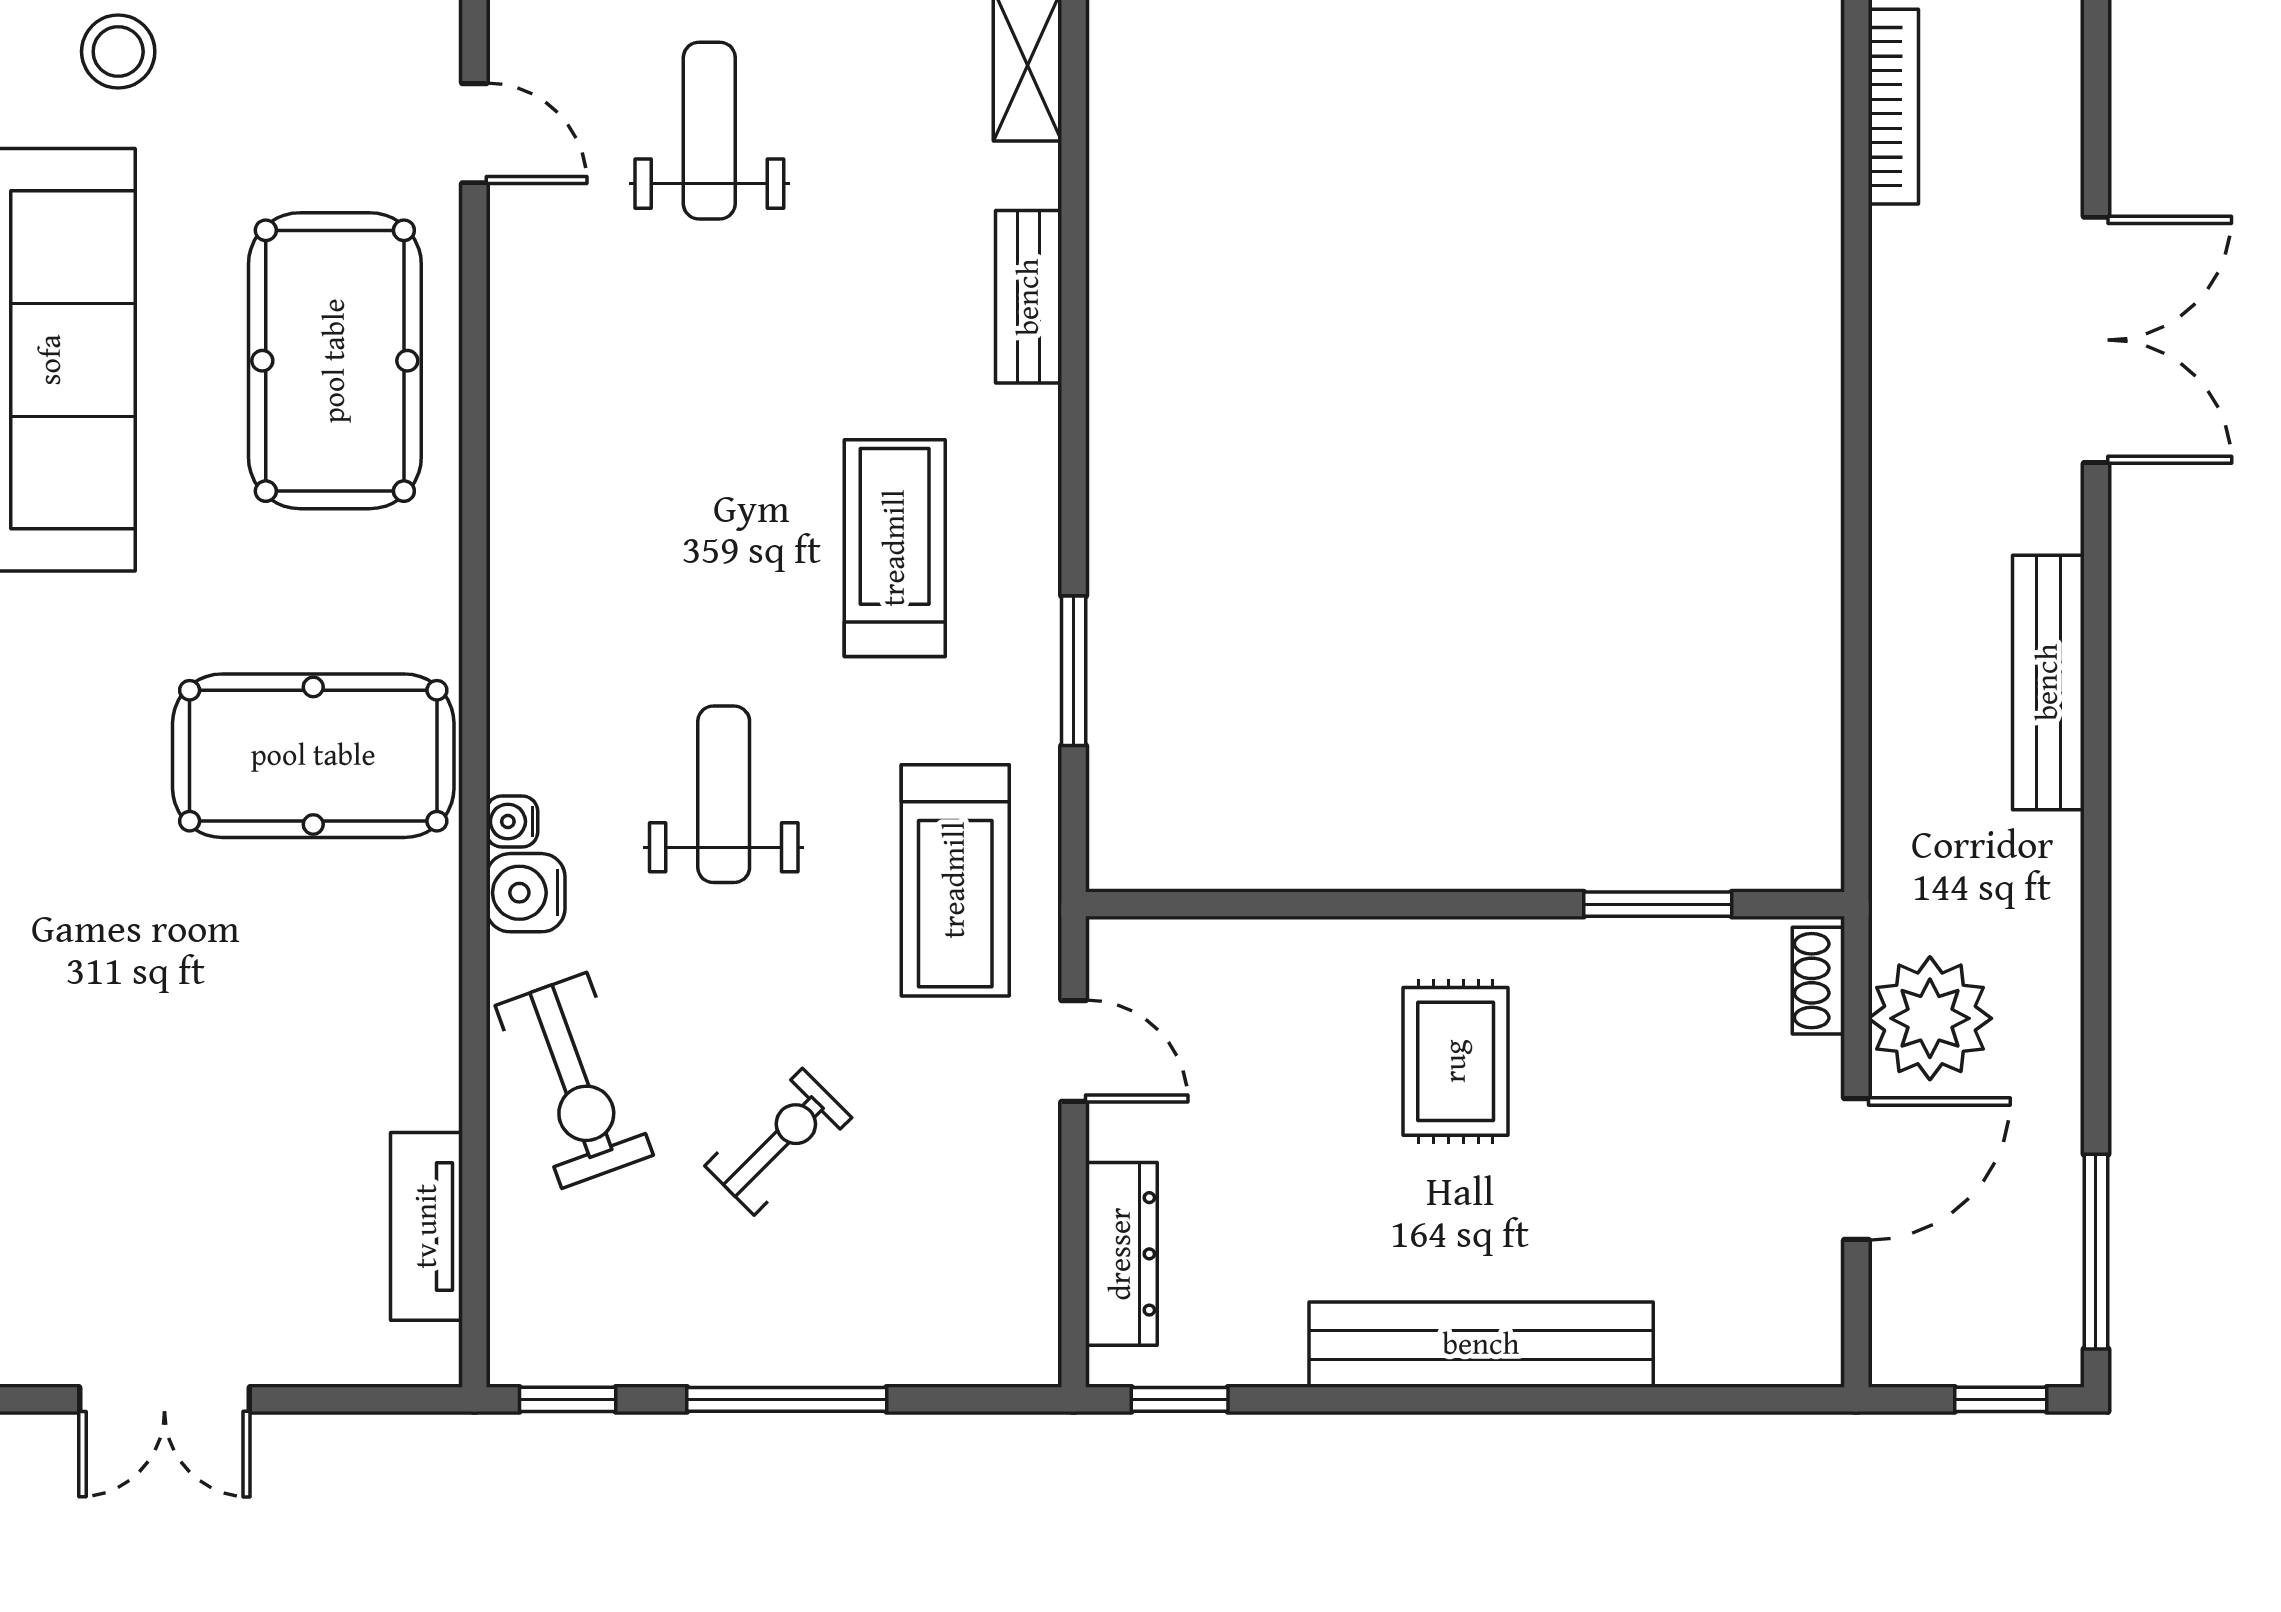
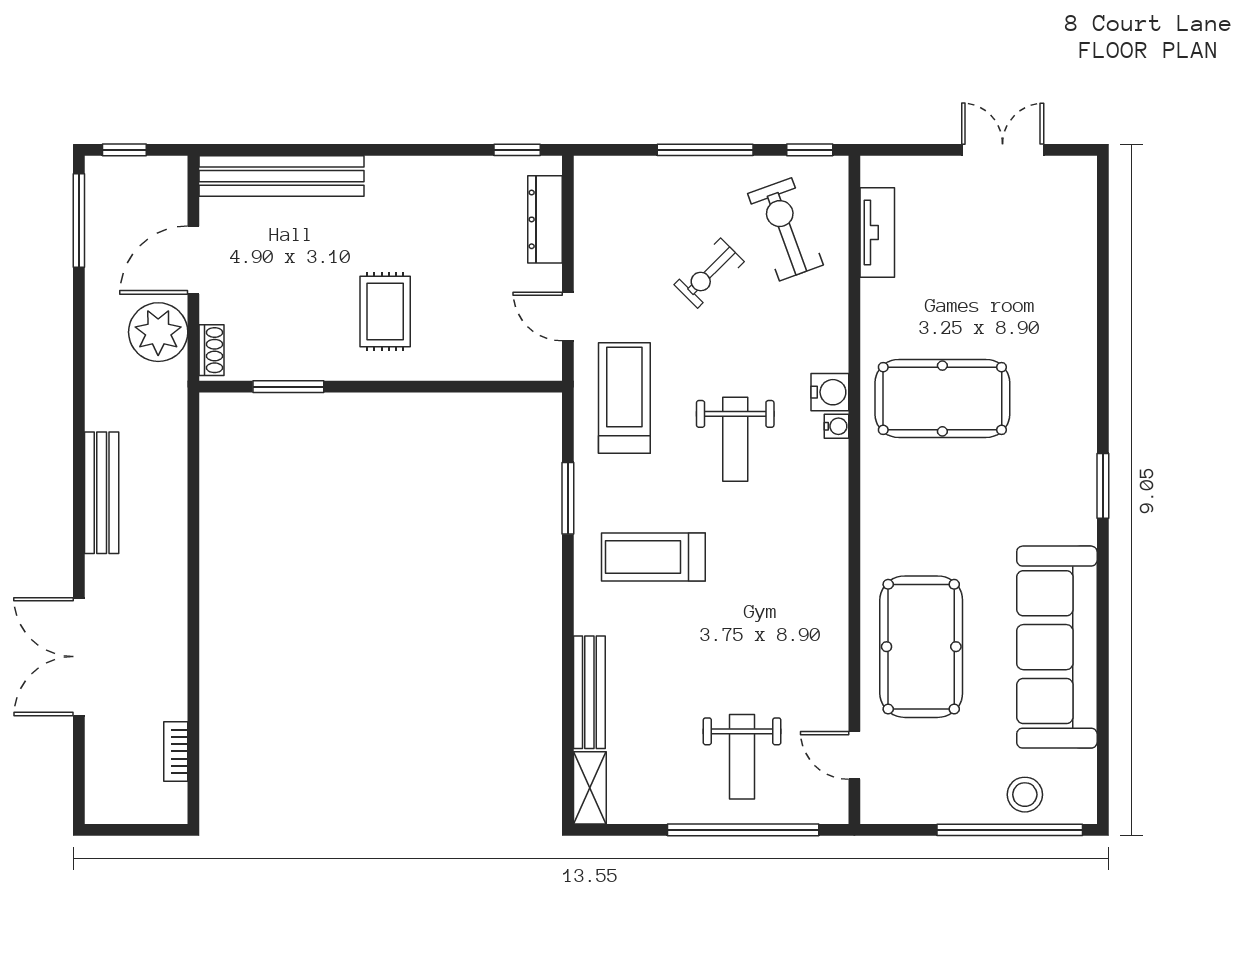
bookcase: (1893, 107) -> (176, 751), width x0.64
bench: (1029, 297) -> (589, 692), width x1.36
treadmill: (895, 548) -> (653, 557), turned 90
pool table: (313, 756) -> (942, 398), moved
exercise bike: (574, 1080) -> (785, 229), moved
bench: (1481, 1345) -> (281, 176), moved

